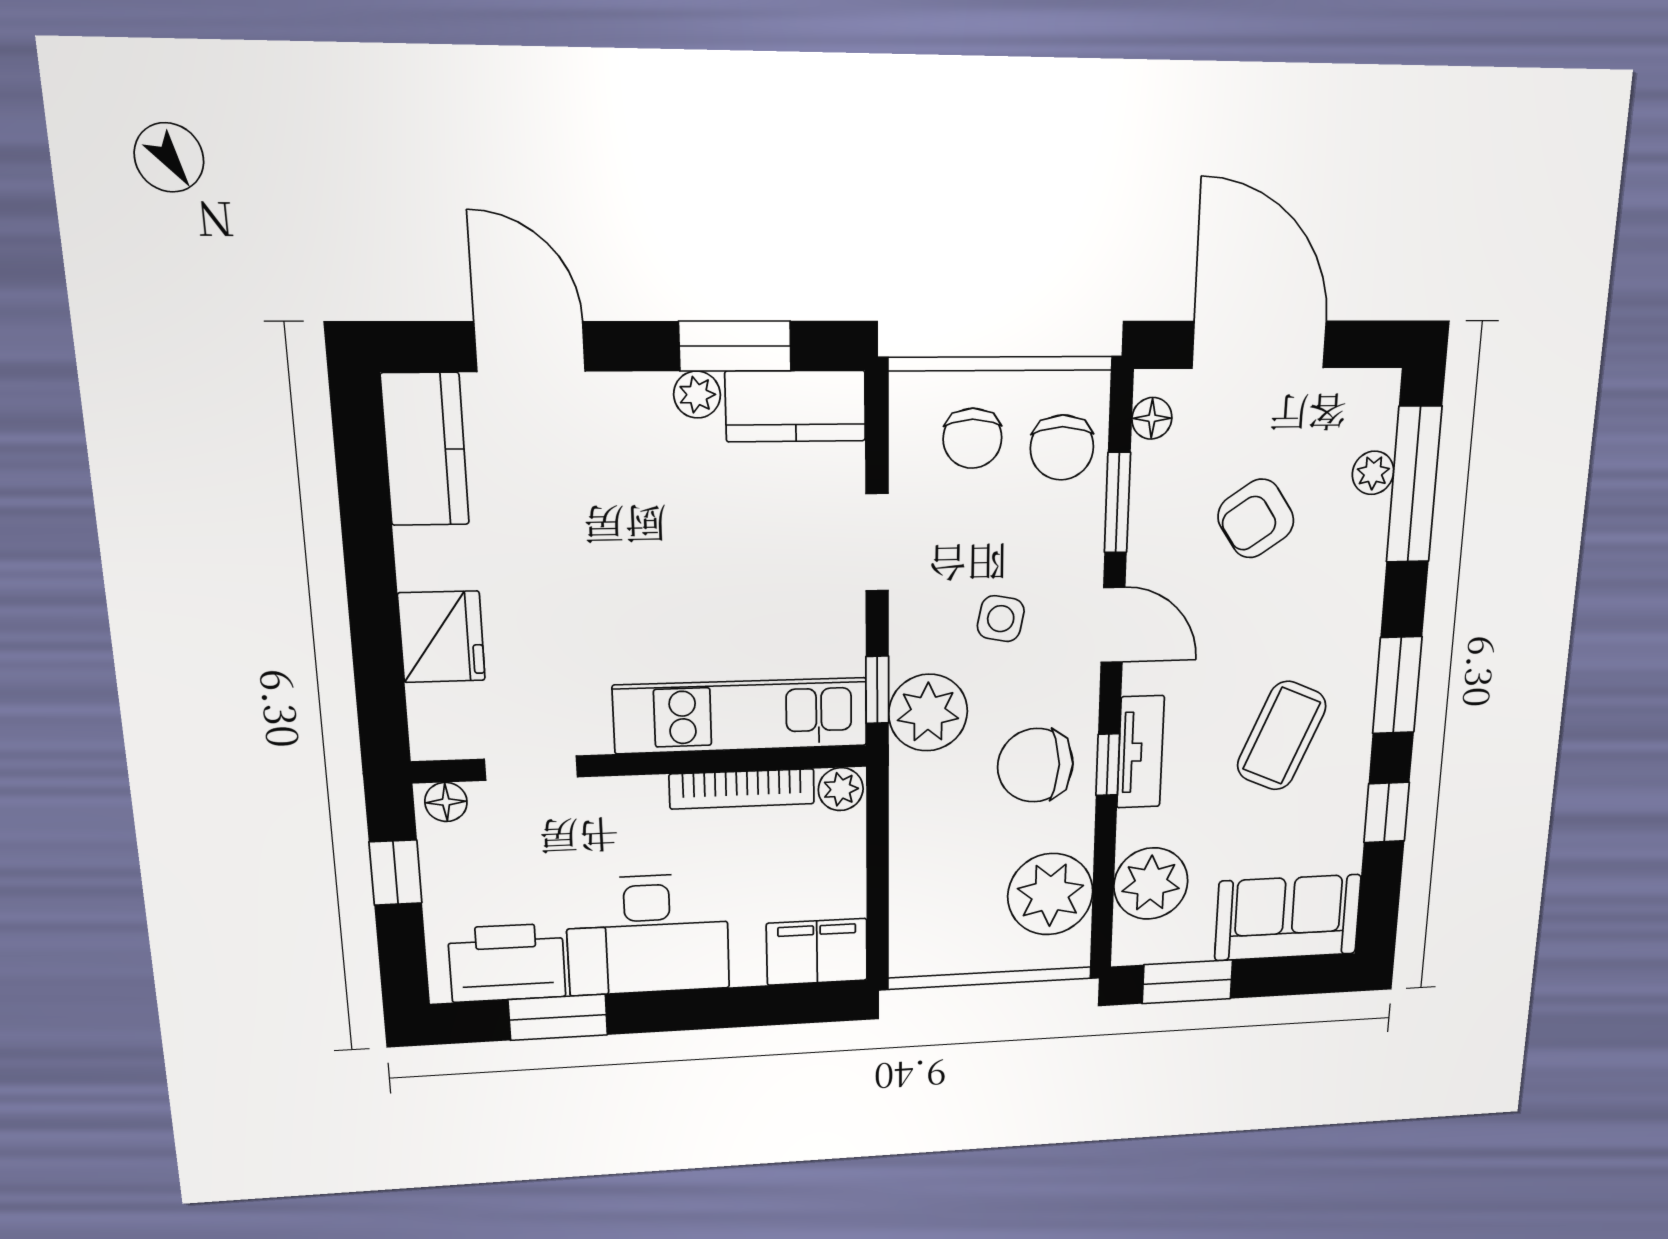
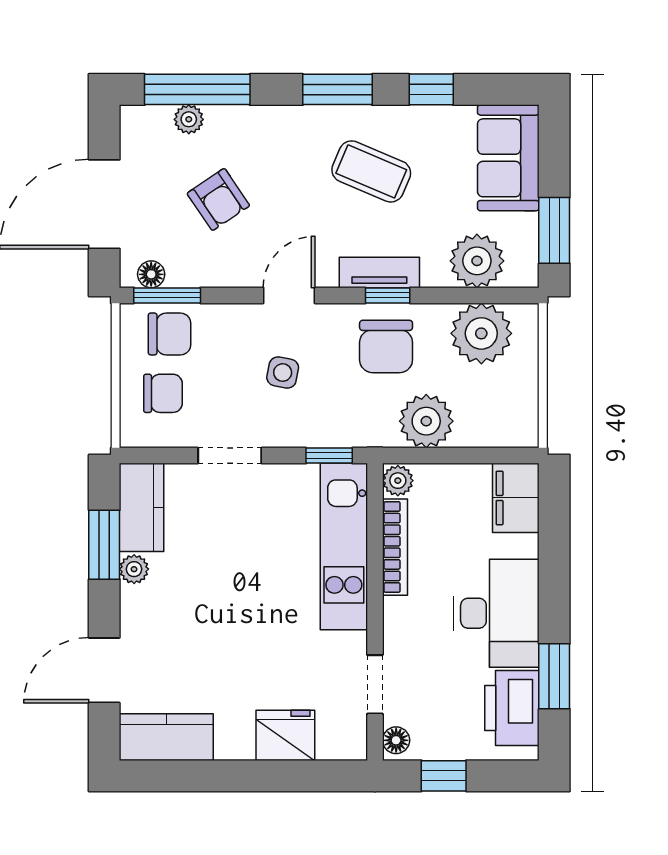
window: (1117, 503) -> (167, 295), moved
plant: (928, 713) -> (426, 421), moved

